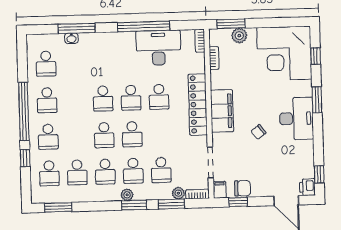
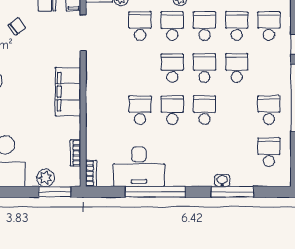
washbasin: (71, 38) -> (222, 180), moved
locker: (198, 104) -> (96, 100), removed
chair: (258, 132) -> (17, 26), moved
school desk: (48, 137) -> (237, 68), moved

